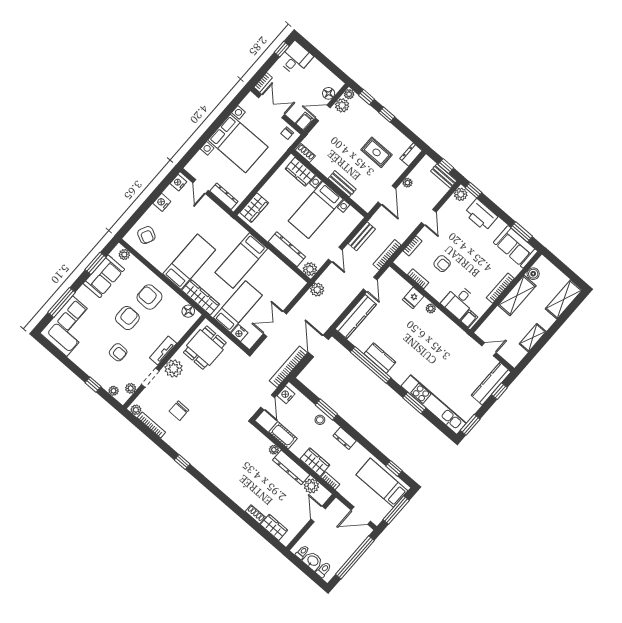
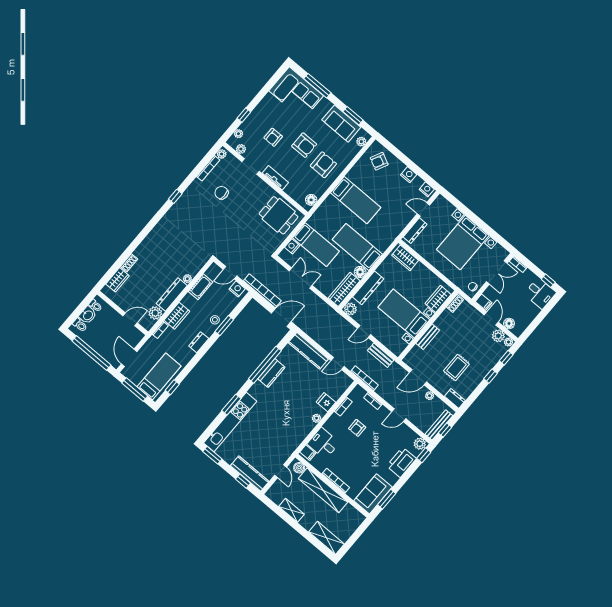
bench: (444, 176) -> (439, 425), width x1.36
floor lamp: (269, 258) -> (360, 272), added
boiler: (533, 274) -> (299, 468), moved
plant: (317, 290) -> (332, 316), removed
shelving: (517, 295) -> (323, 490), width x1.47
wardrobe: (201, 297) -> (344, 289), moved, turned 180
plant: (174, 369) -> (259, 187), removed

